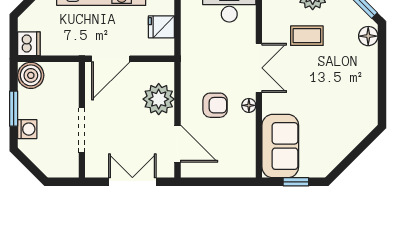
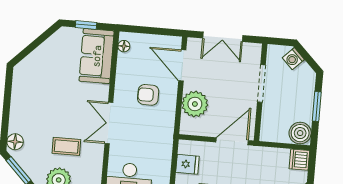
floor lamp: (249, 105) -> (124, 46), moved
washing machine: (27, 129) -> (293, 59), moved, turned -45

